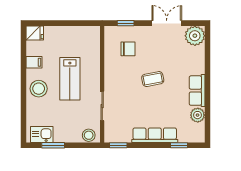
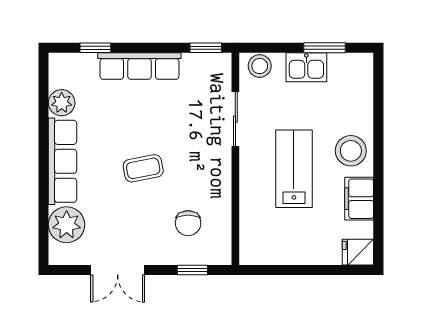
plant: (195, 36) -> (67, 225), moved
chair: (128, 49) -> (188, 223), turned -90
filing cabinet: (34, 62) -> (359, 199), width x2.00
row of seats: (197, 91) -> (63, 161), width x1.48
kitchen sink: (42, 135) -> (306, 67), moved

